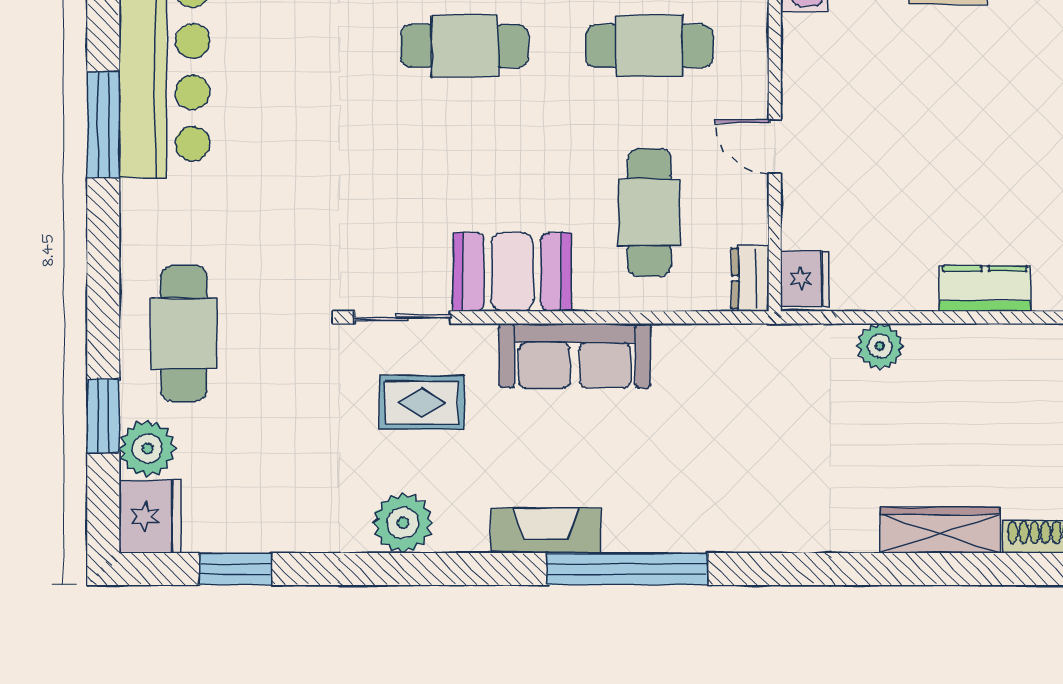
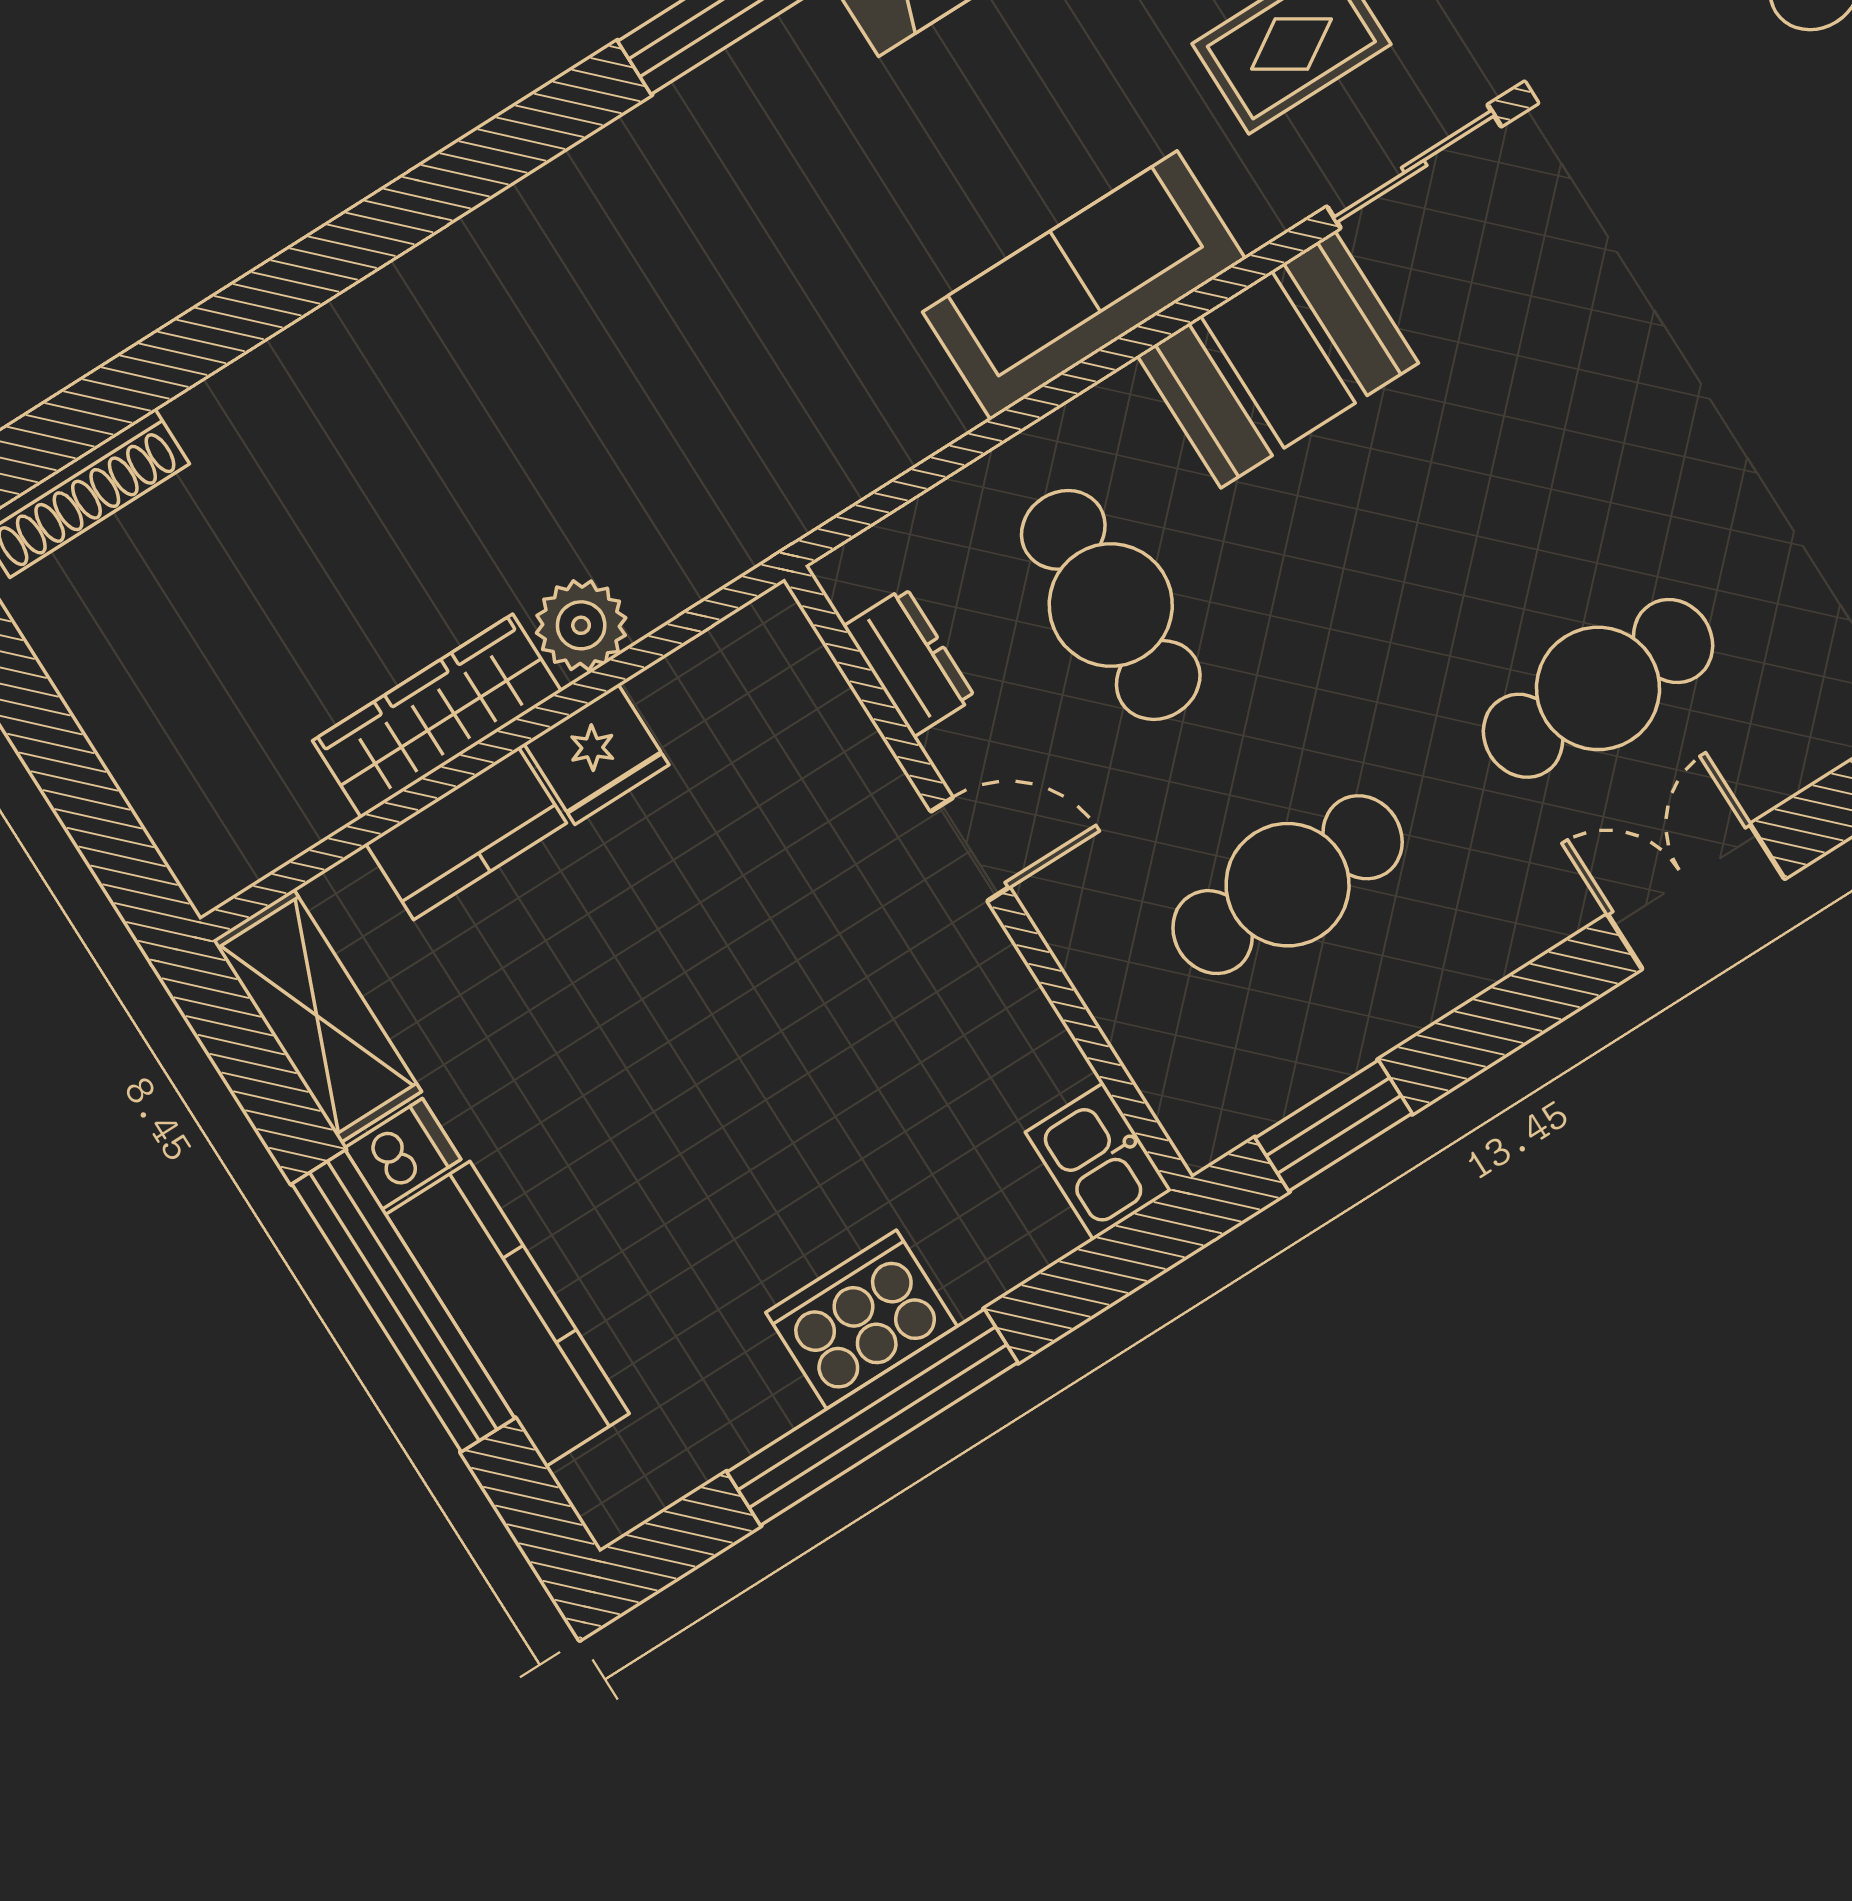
dresser: (750, 278) -> (909, 662), moved
fridge: (805, 279) -> (596, 754), moved, turned -90
wardrobe: (940, 530) -> (437, 716), moved, turned 180

